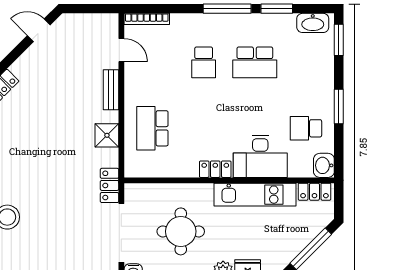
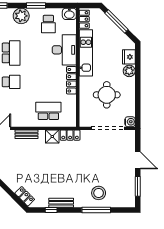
plant: (320, 80) -> (21, 16), added
school desk: (152, 128) -> (48, 111), turned 180
locker: (215, 169) -> (71, 80), width x1.53
locker: (110, 185) -> (70, 135), moved

